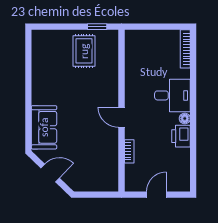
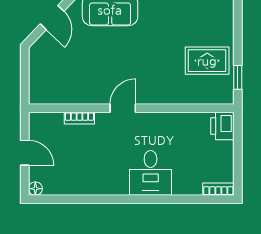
bookcase: (185, 49) -> (218, 189), width x0.64
floor lamp: (185, 118) -> (35, 189), moved
printer: (181, 136) -> (222, 126), moved, turned -90

